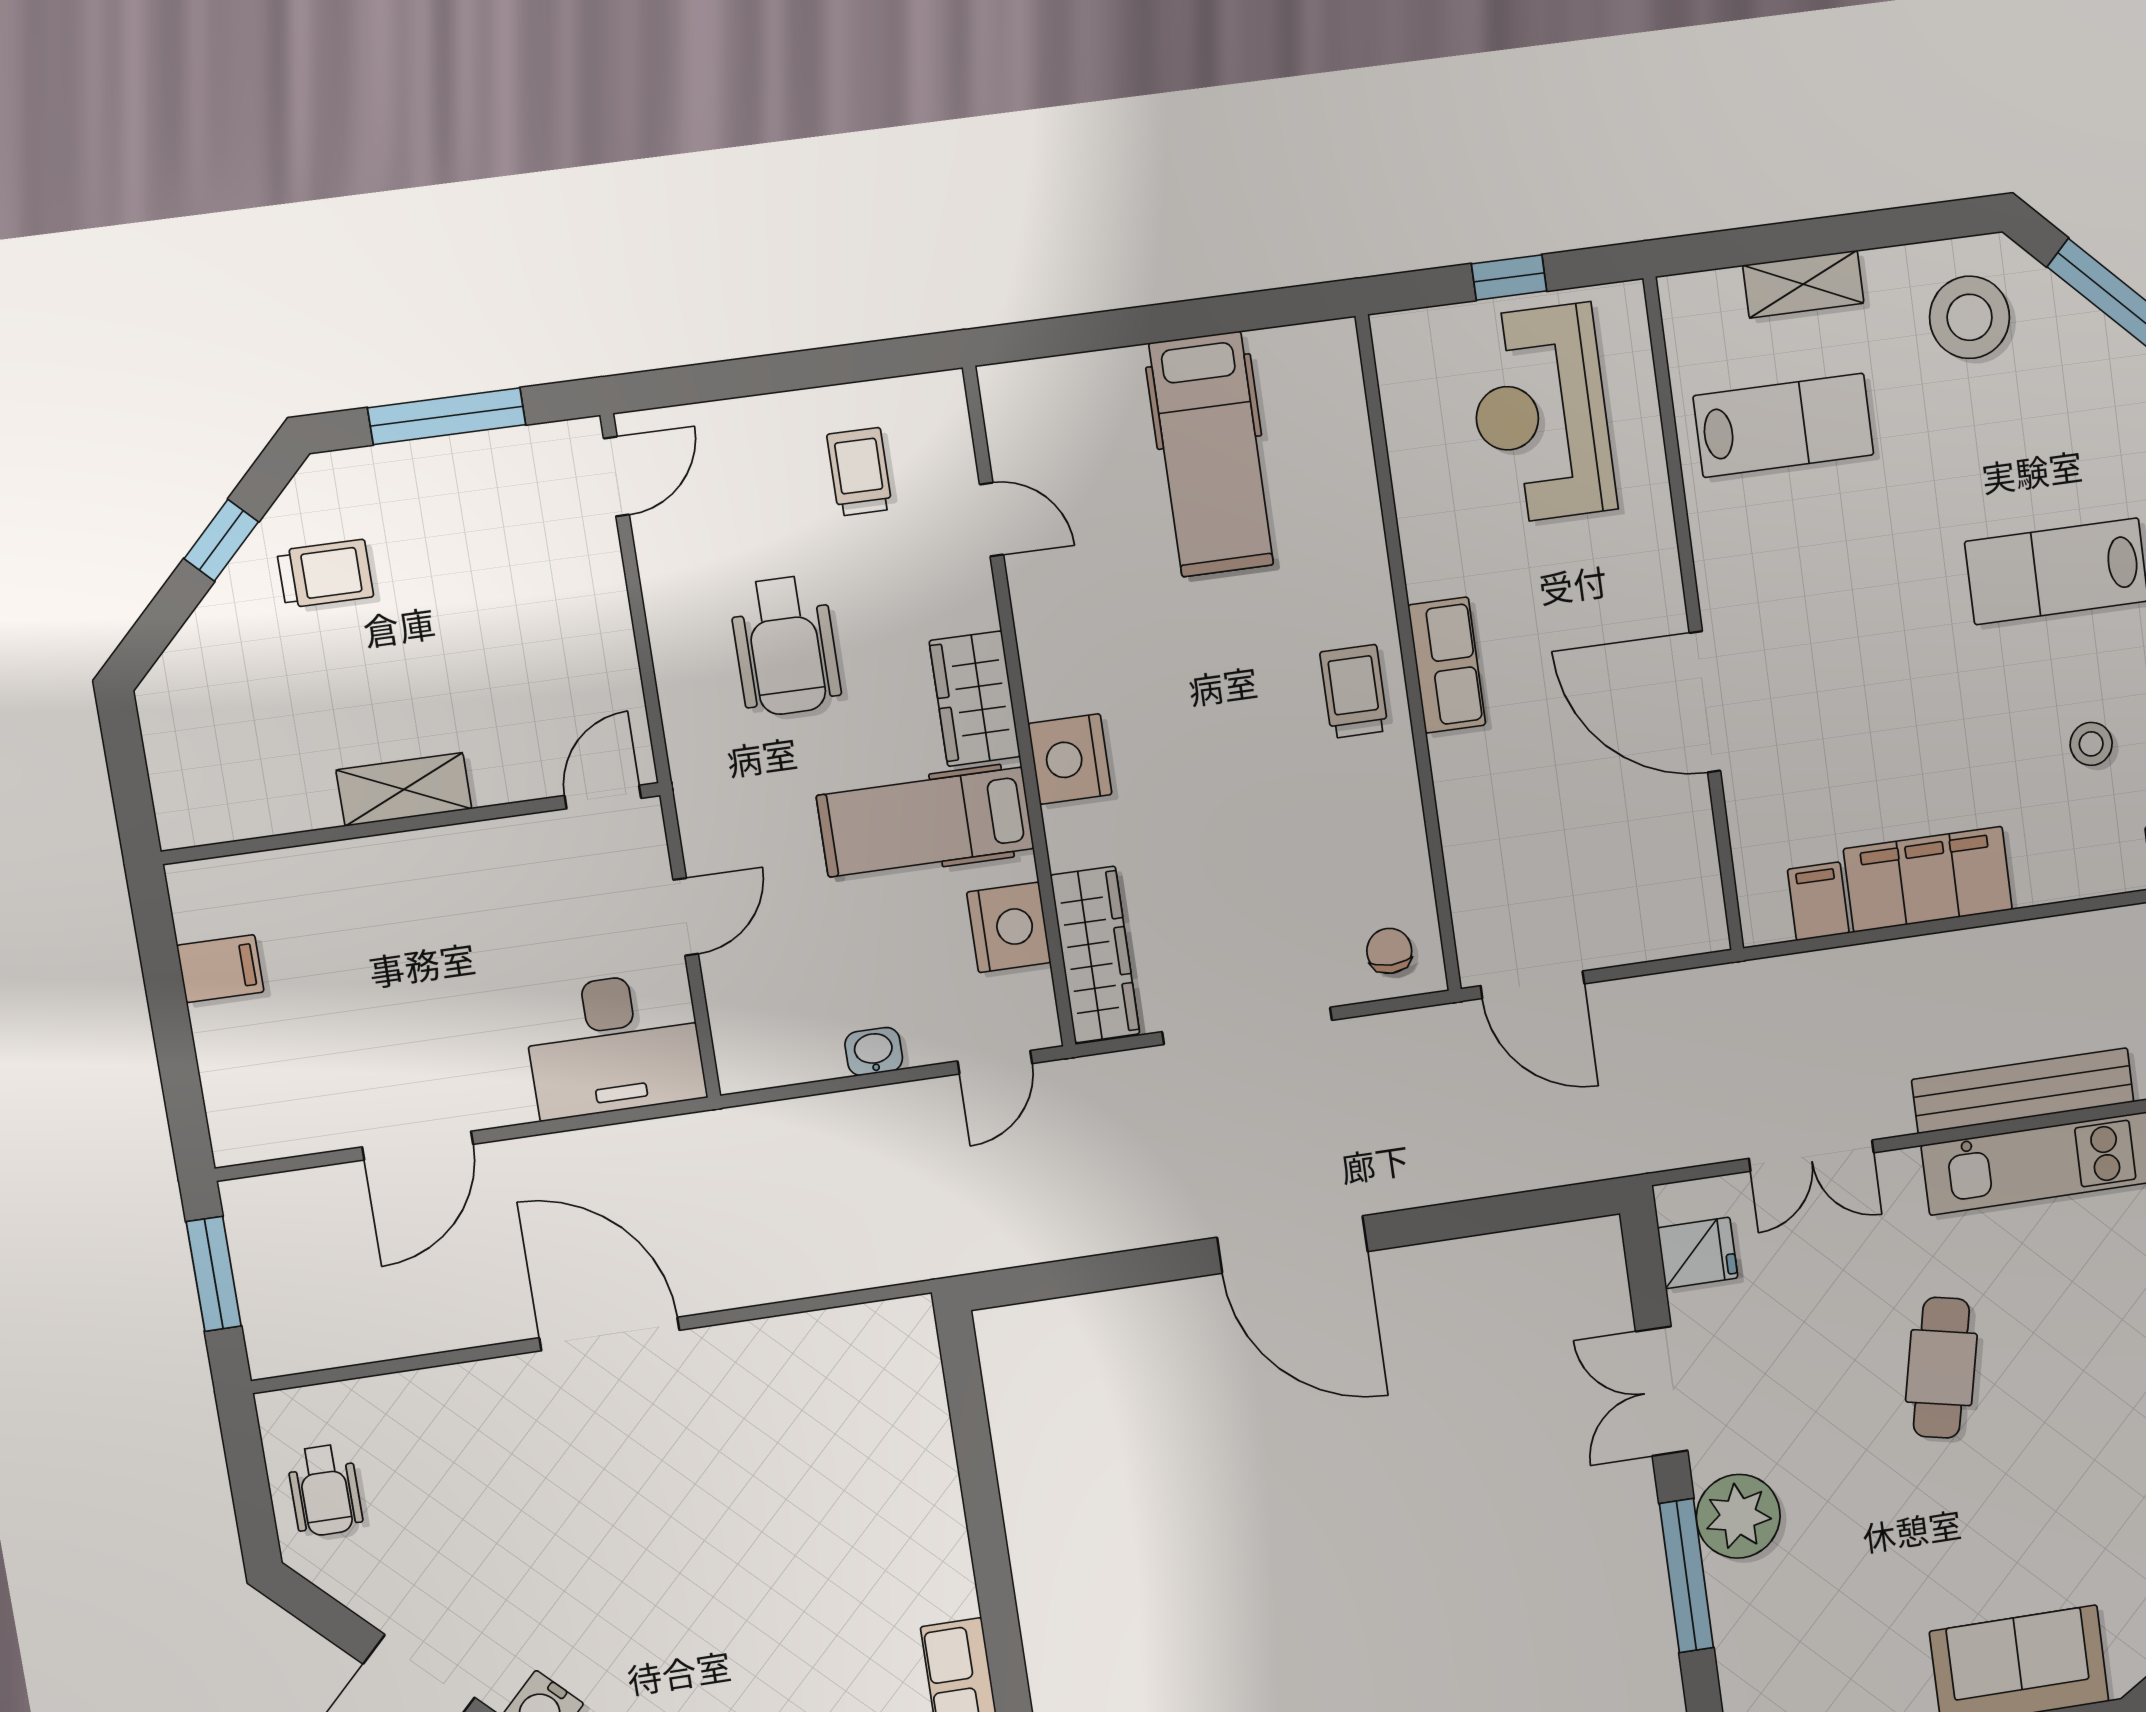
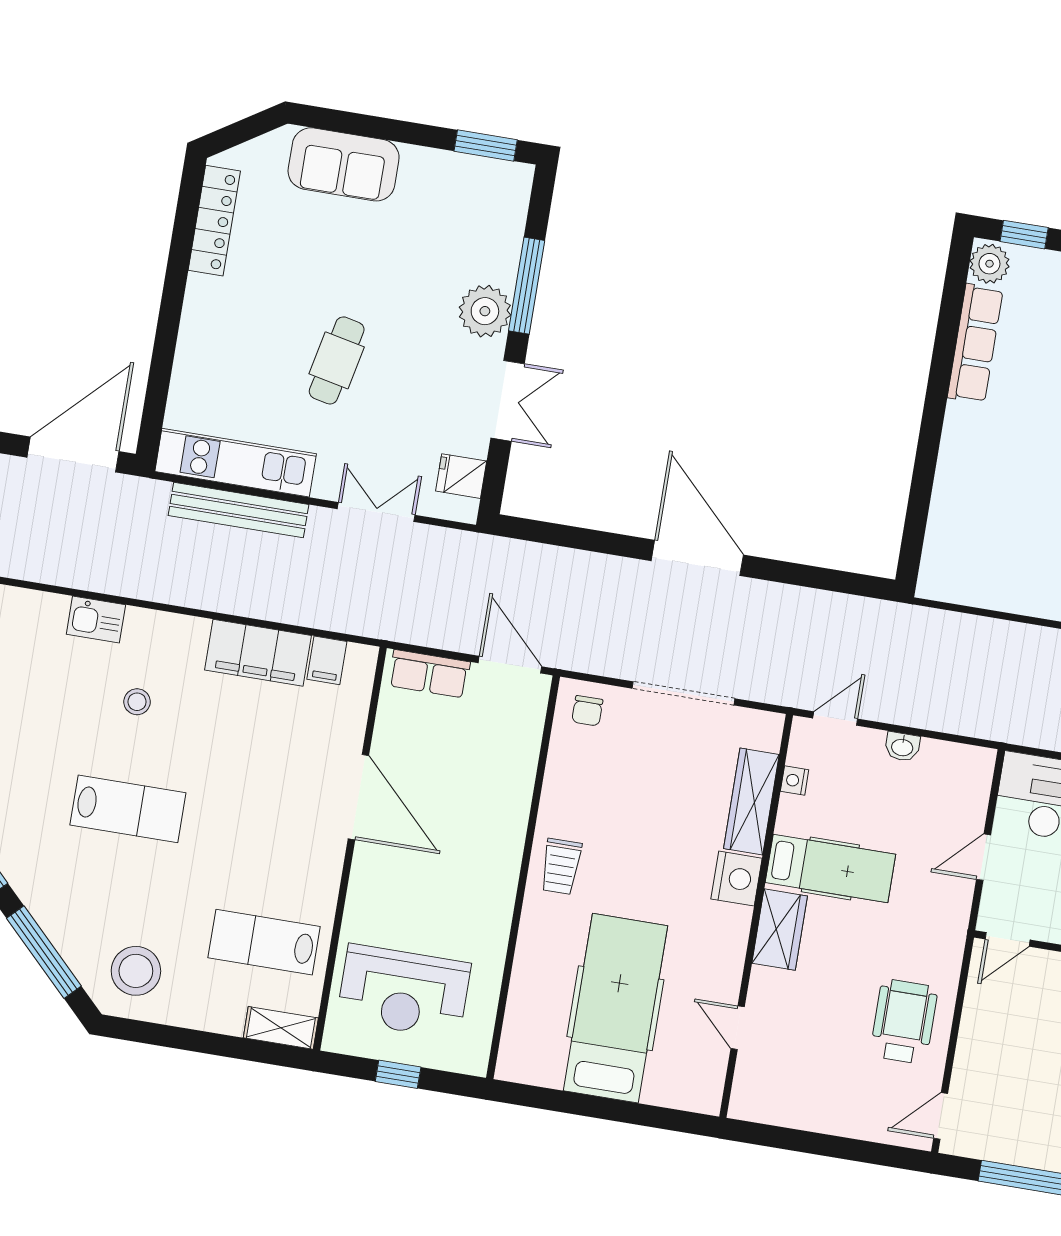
shelving: (1803, 284) -> (281, 1028), moved
reception desk: (1541, 414) -> (404, 992), turned 90
hospital bed: (1211, 454) -> (615, 1008), width x1.37, depth x1.29
trolley: (860, 472) -> (804, 1077), removed
wheelchair: (785, 646) -> (904, 1022), moved
row of seats: (1447, 665) -> (429, 674), moved, turned -90
nightstand: (1009, 927) -> (795, 780), width x0.53, depth x0.56
wardrobe: (1095, 955) -> (751, 802), moved

